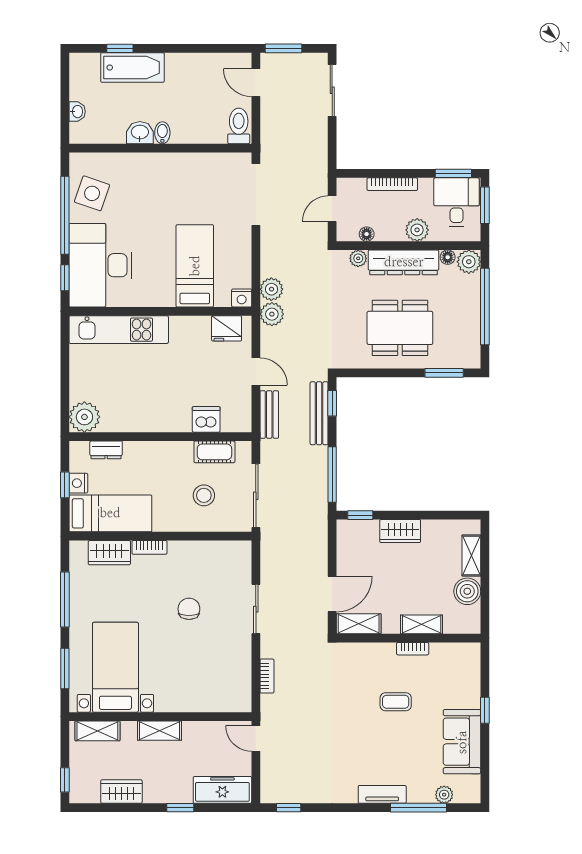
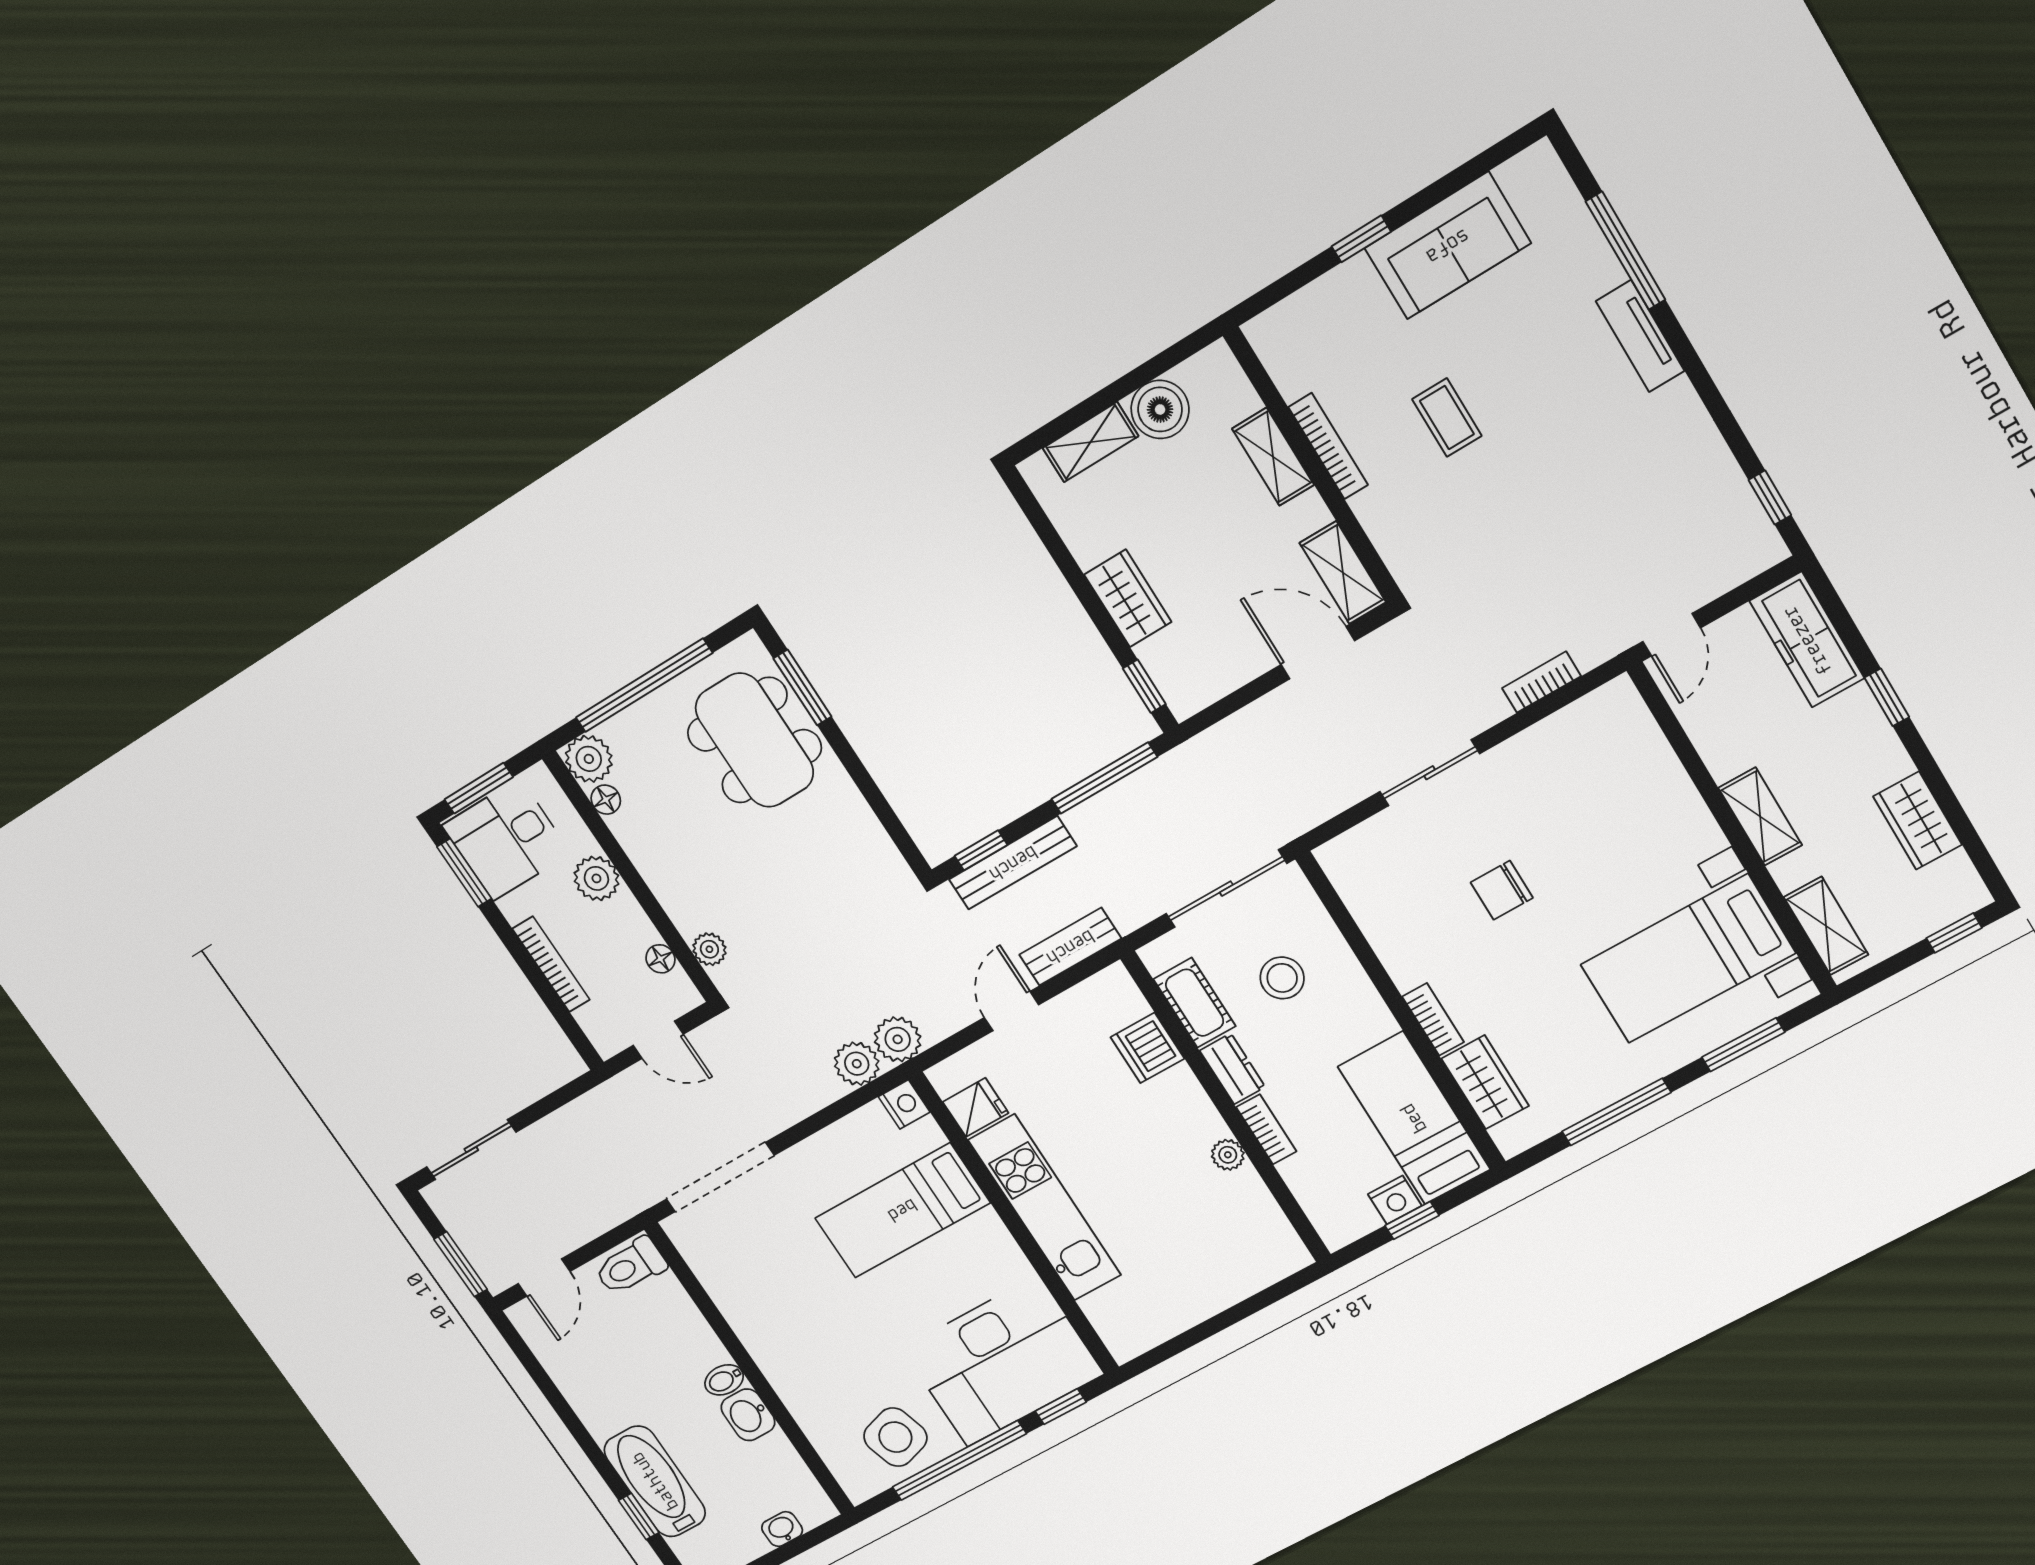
side table: (92, 193) -> (895, 1437), turned -36
dresser: (404, 262) -> (665, 869), removed
fridge: (227, 328) -> (976, 1107), width x0.72
dining table: (400, 328) -> (755, 740), moved
kitchen unit: (119, 330) -> (1045, 1208), moved
plant: (84, 417) -> (1228, 1155), moved, width x0.53, depth x0.53
bookcase: (141, 448) -> (1266, 1129), added
dresser: (106, 450) -> (1232, 1069), moved
bookcase: (413, 649) -> (1328, 446), width x1.56
plant: (444, 795) -> (1571, 217), removed

